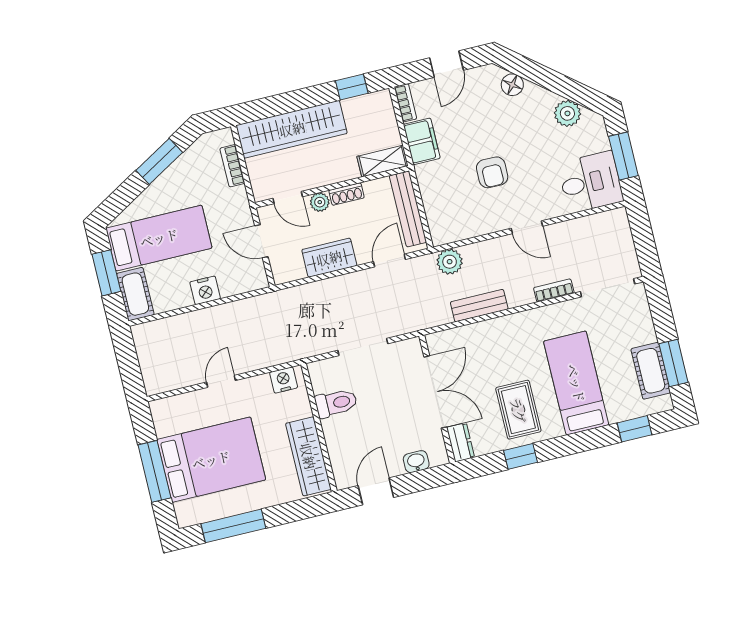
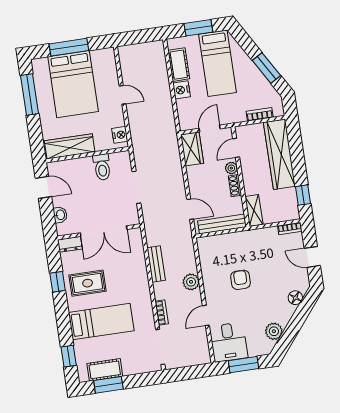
filing cabinet: (422, 141) -> (264, 237), removed
armchair: (492, 172) -> (241, 280), turned 90
door: (527, 227) -> (206, 315), moved
wardrobe: (329, 258) -> (192, 149), moved
plant: (450, 262) -> (191, 282), moved
cot: (135, 294) -> (179, 65), moved, turned 90

